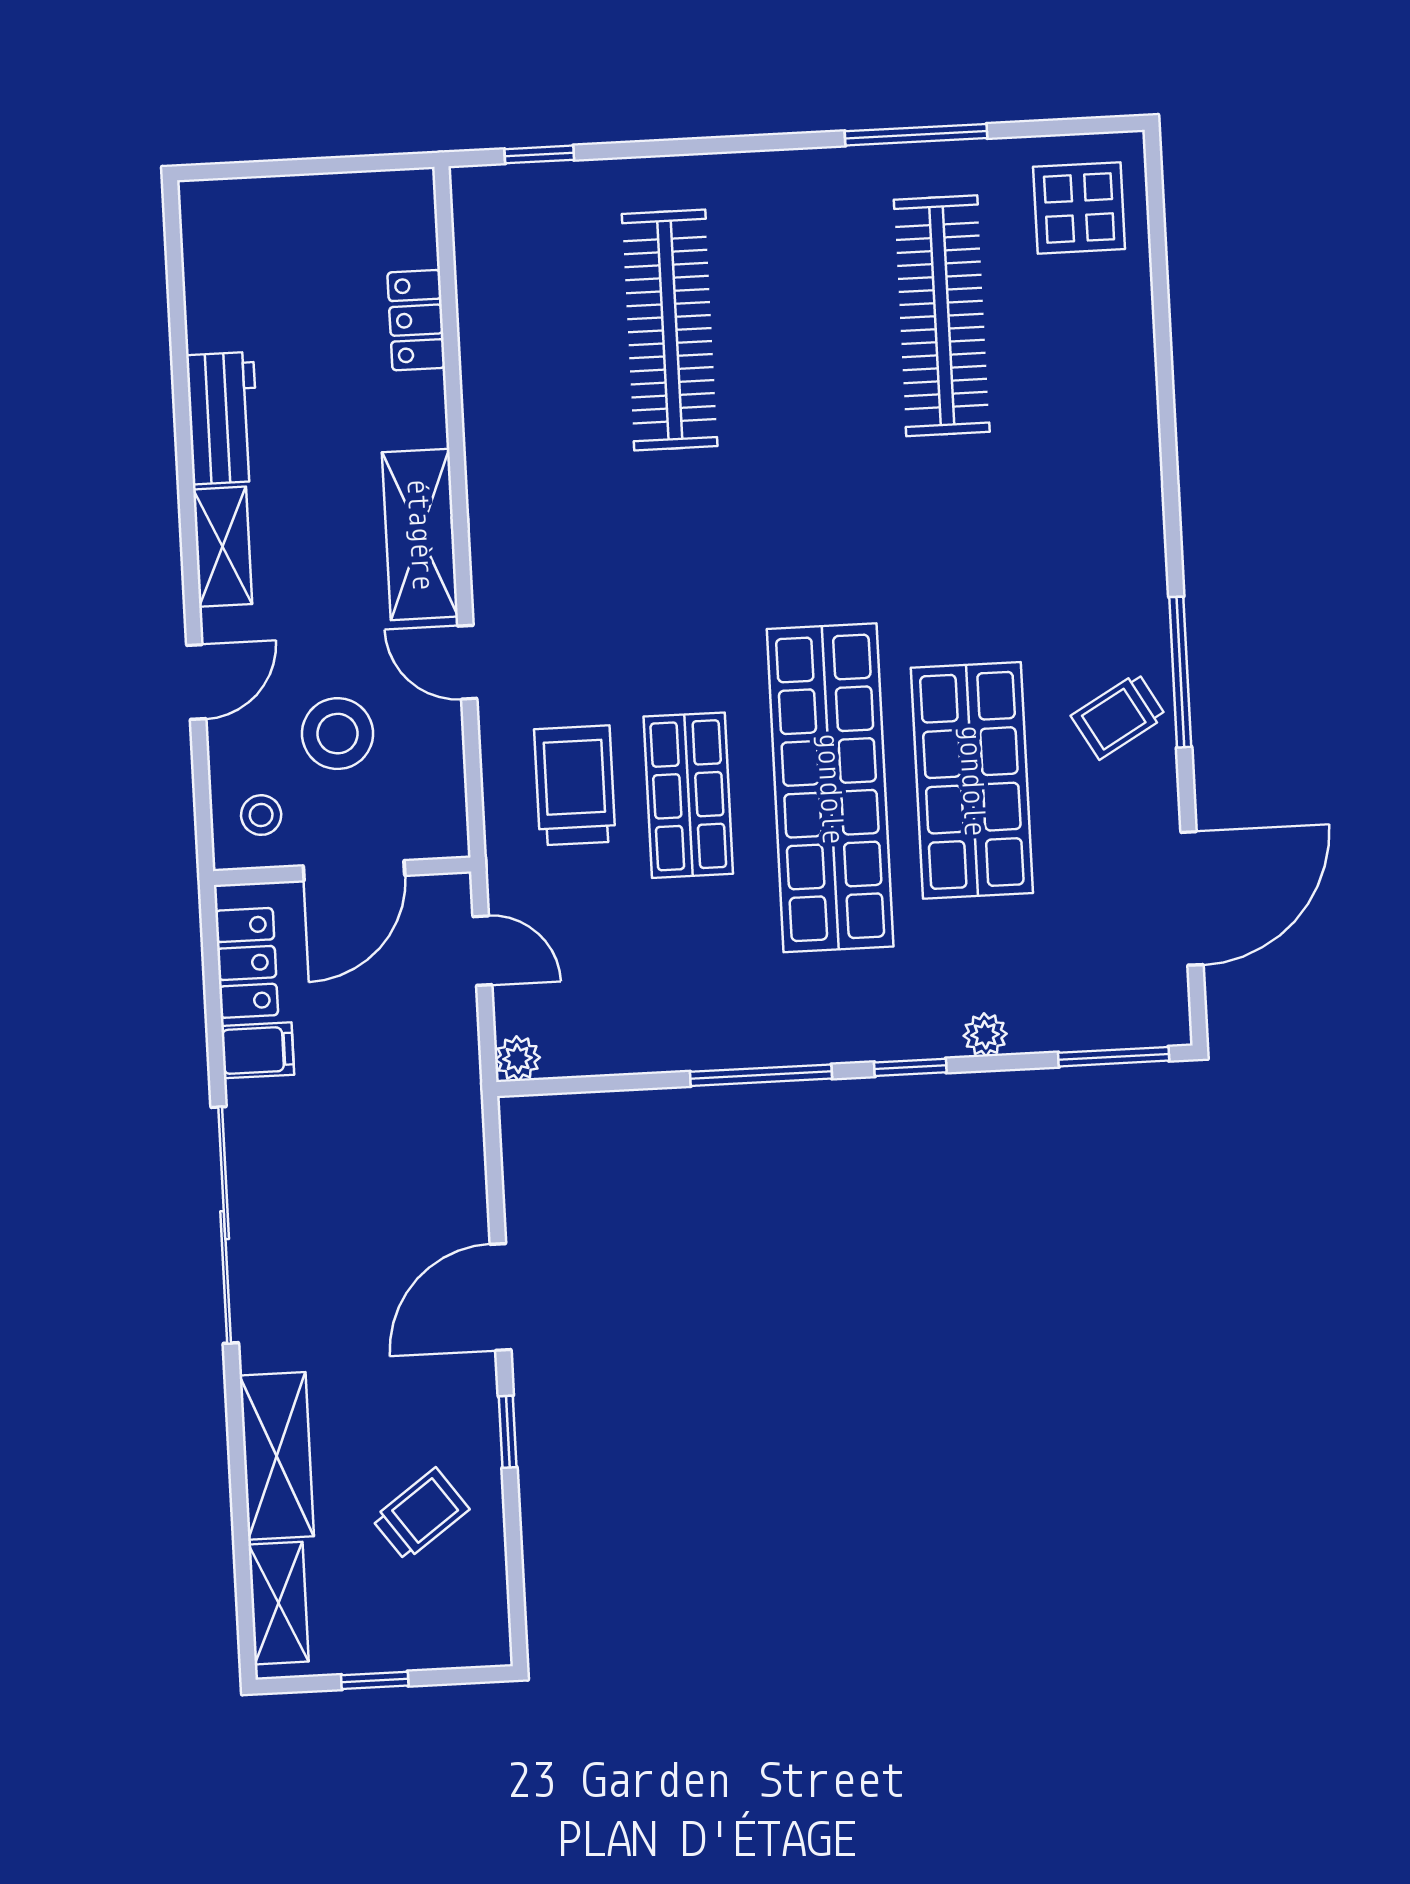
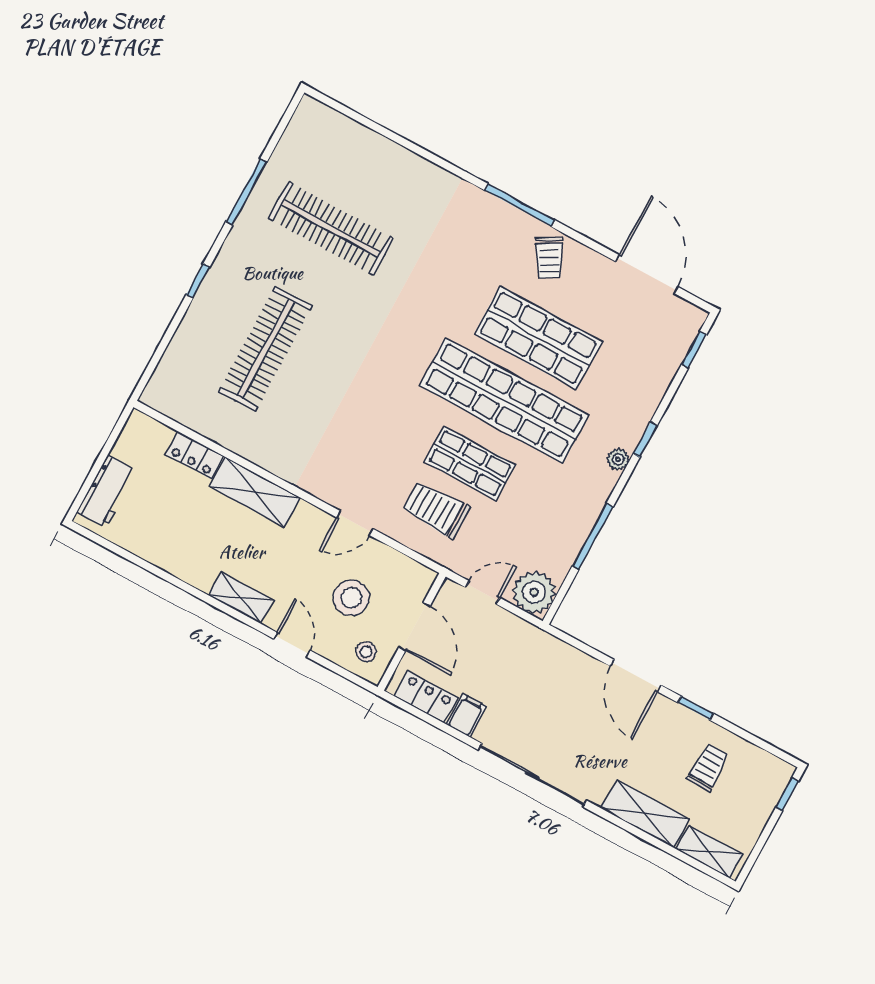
window: (539, 154) -> (198, 281), moved
display table: (1079, 208) -> (321, 141), removed
clothes rail: (670, 330) -> (265, 349), turned 90
workbench: (223, 418) -> (107, 491), moved, turned 90
shelving: (420, 534) -> (255, 492), moved
window: (1180, 672) -> (520, 205), moved
plant: (985, 1035) -> (618, 459), moved
window: (1114, 1057) -> (694, 349), width x0.67
plant: (518, 1058) -> (534, 592), width x1.88, depth x1.88
window: (761, 1075) -> (593, 536), moved
trolley: (421, 1514) -> (708, 767), turned 36
window: (375, 1680) -> (787, 794), moved

